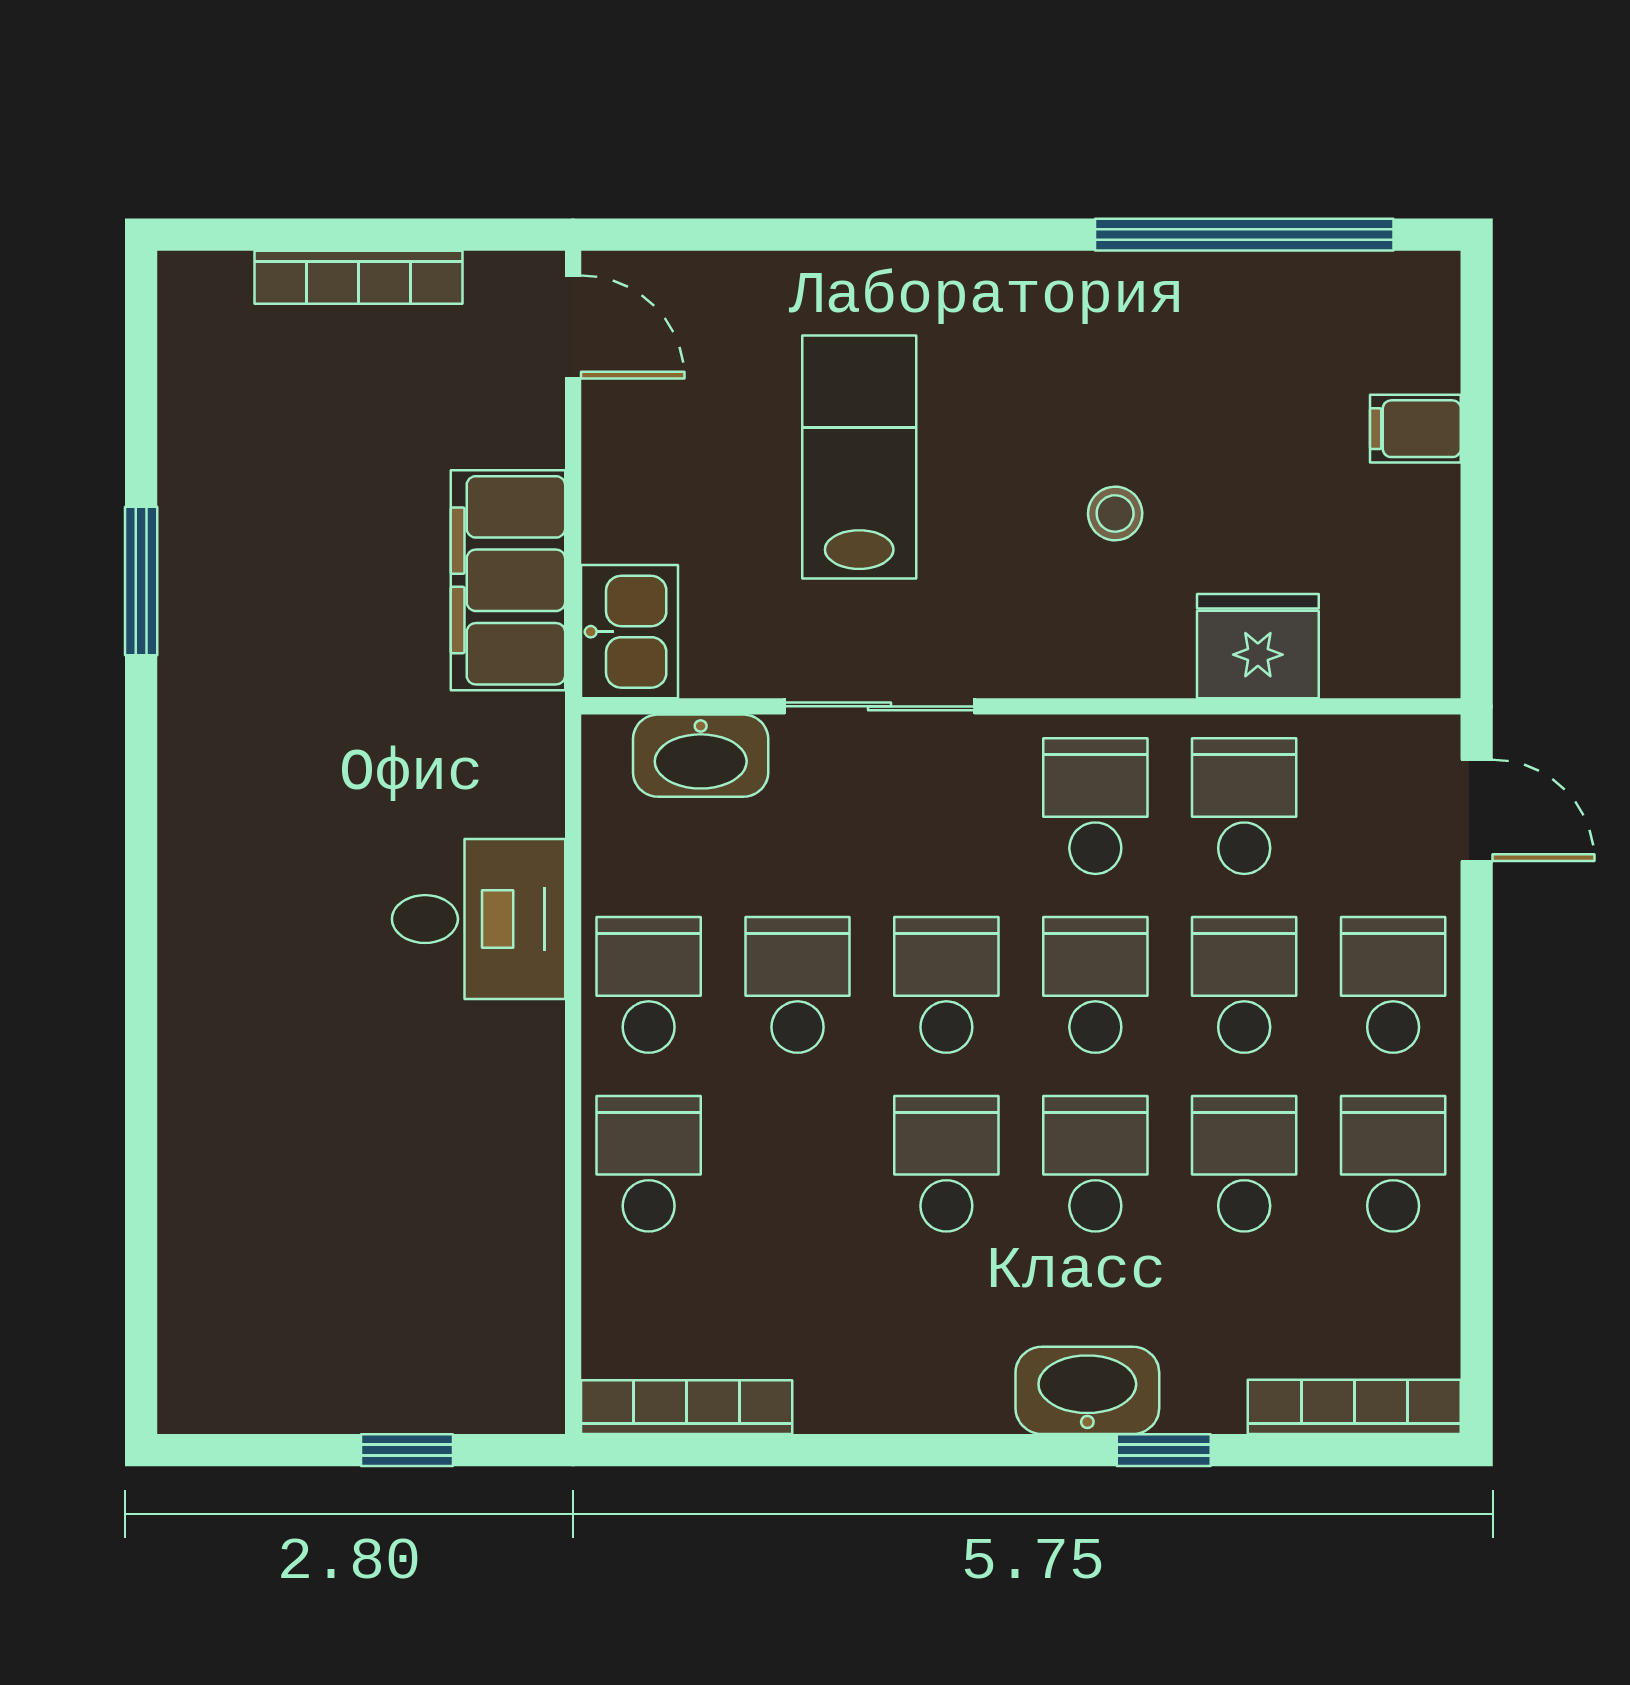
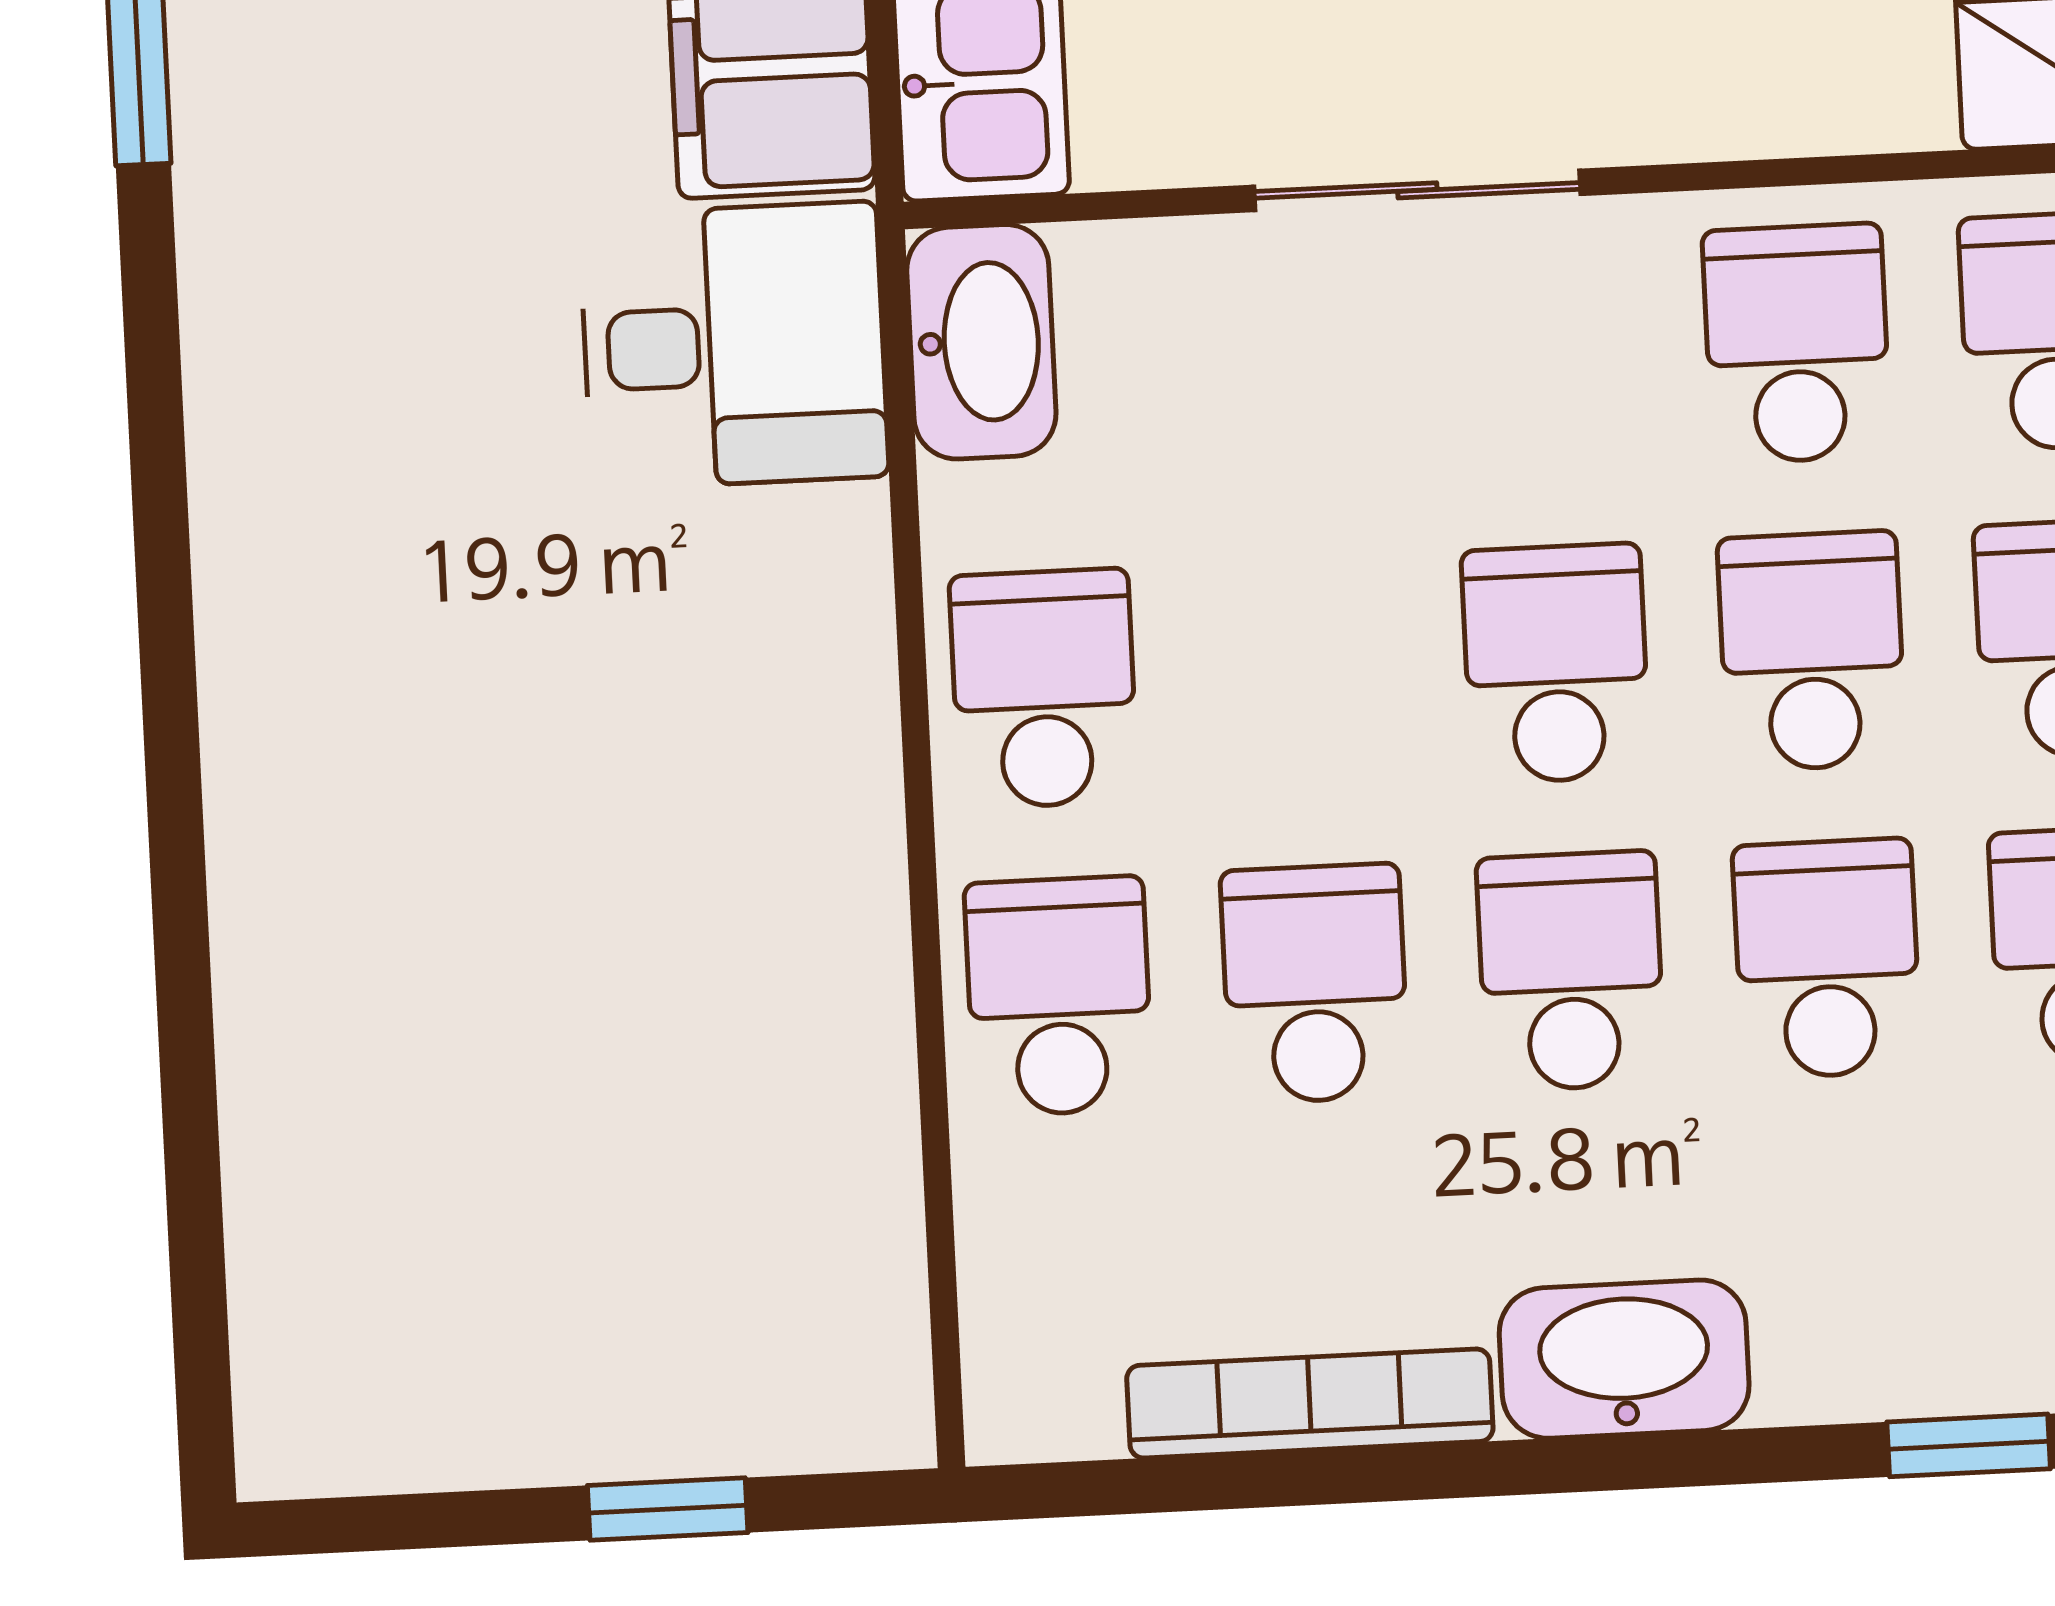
washbasin: (701, 756) -> (981, 342), moved, turned -90
desk: (479, 919) -> (734, 346), moved
school desk: (798, 985) -> (1315, 984), moved
washbasin: (1087, 1390) -> (1624, 1359), moved
bookcase: (687, 1407) -> (1310, 1403), moved

